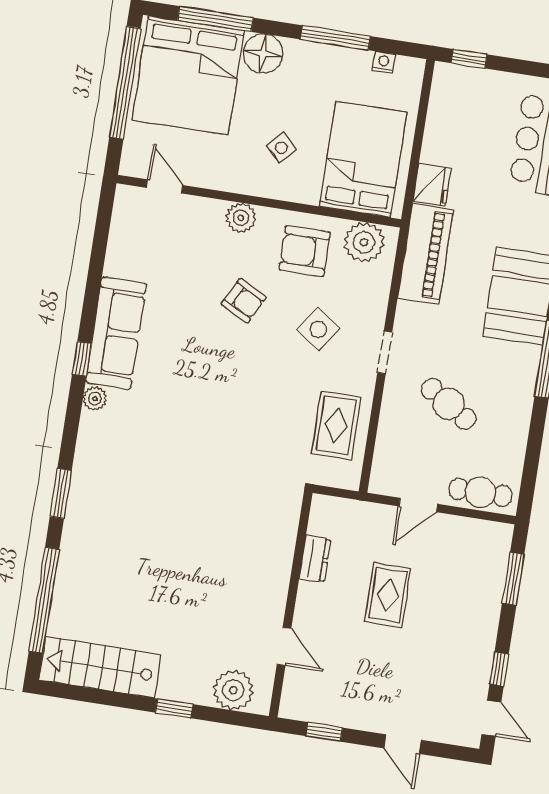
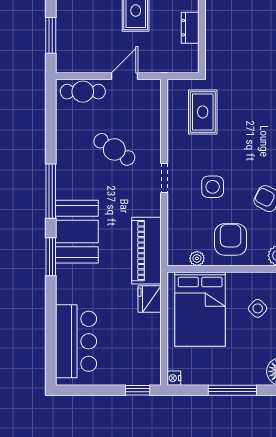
nightstand: (384, 62) -> (174, 378), moved, turned 90
plant: (364, 242) -> (197, 258), width x0.53, depth x0.53
armchair: (305, 251) -> (231, 239), turned -90
side table: (318, 329) -> (213, 187), turned -35
rug: (336, 425) -> (203, 112), moved

